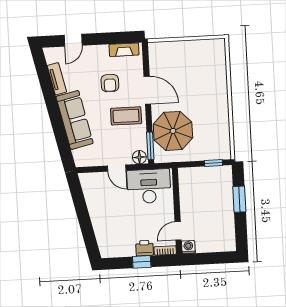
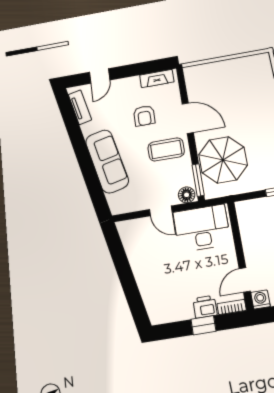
tv unit: (57, 79) -> (80, 107), moved

